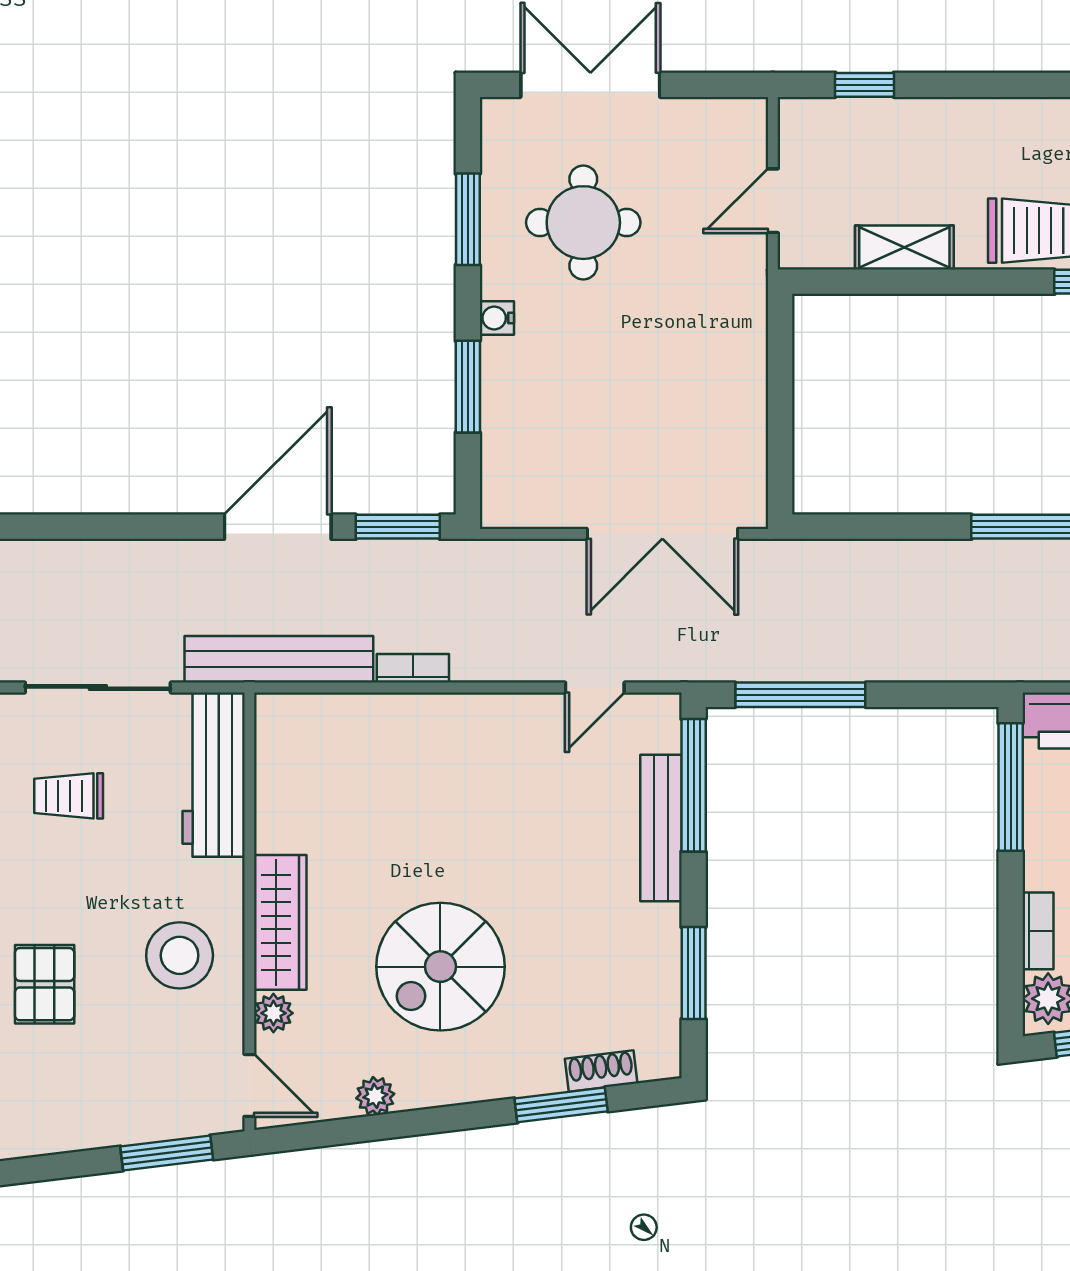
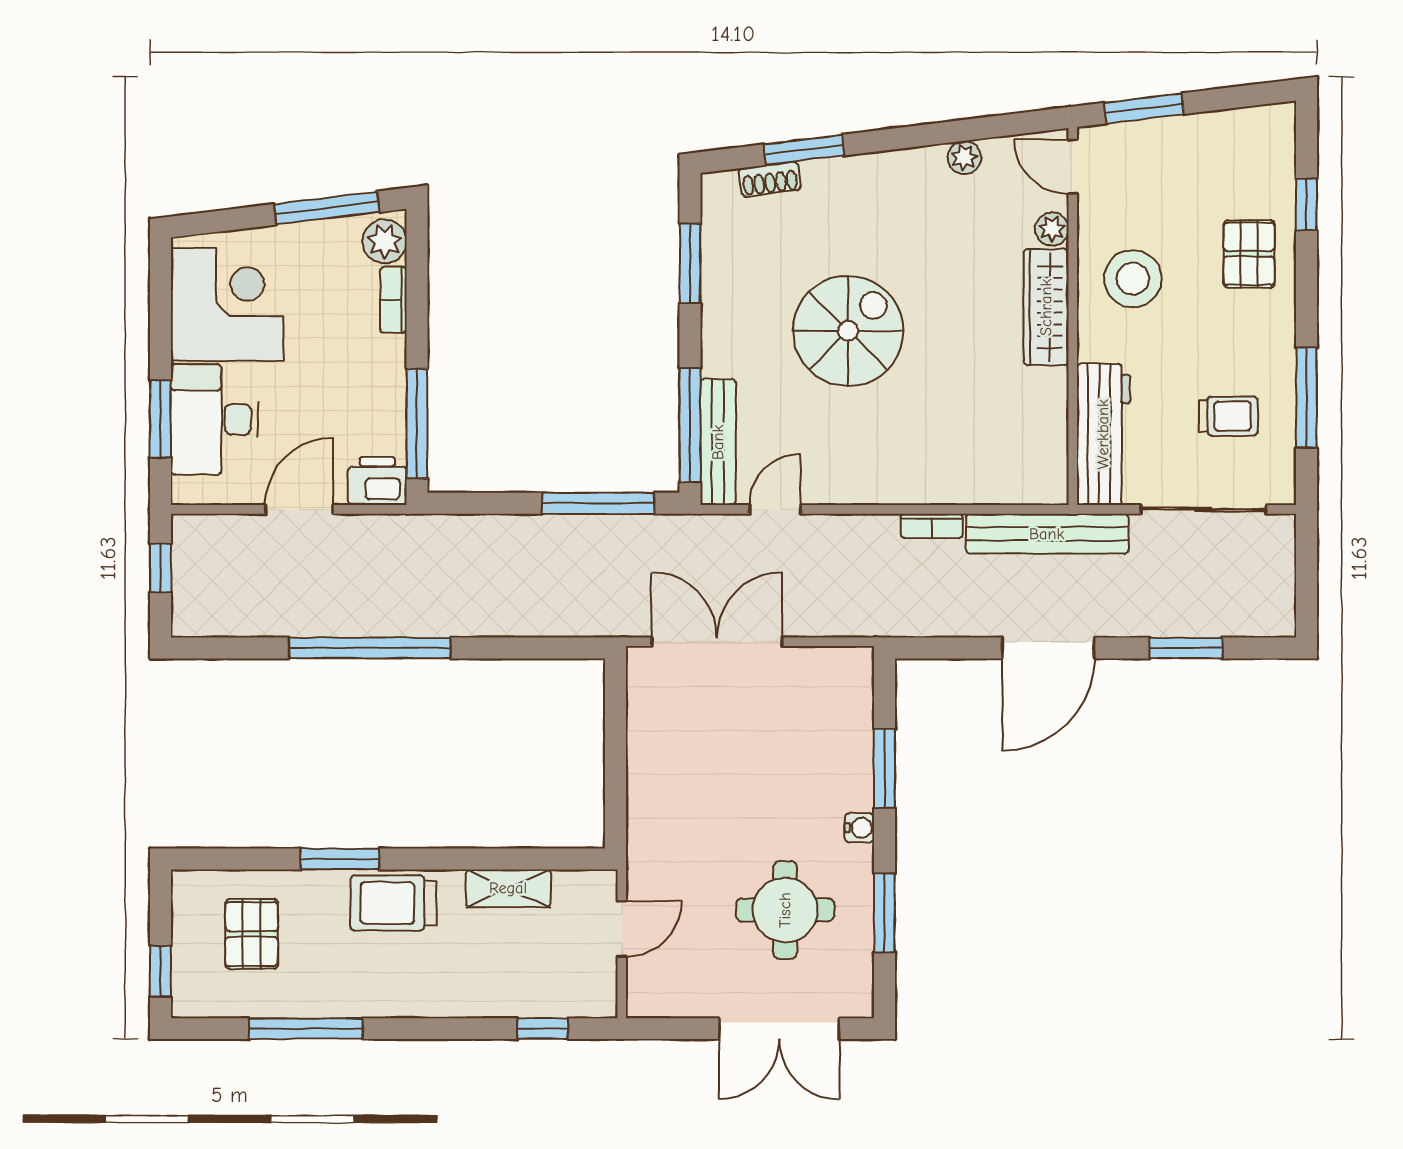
window: (398, 527) -> (1186, 648), moved
bench: (661, 828) -> (718, 442), moved
spiral stairs: (440, 967) -> (848, 331), moved

